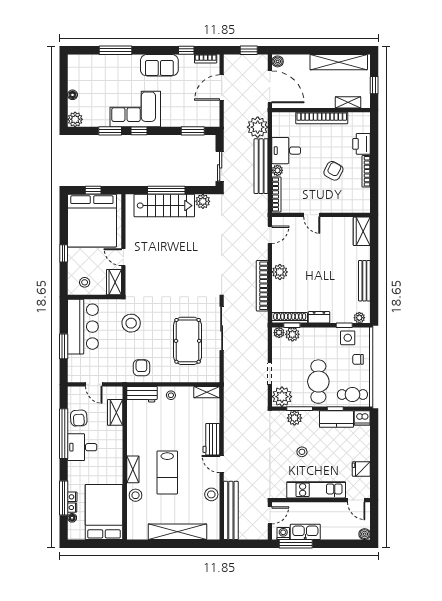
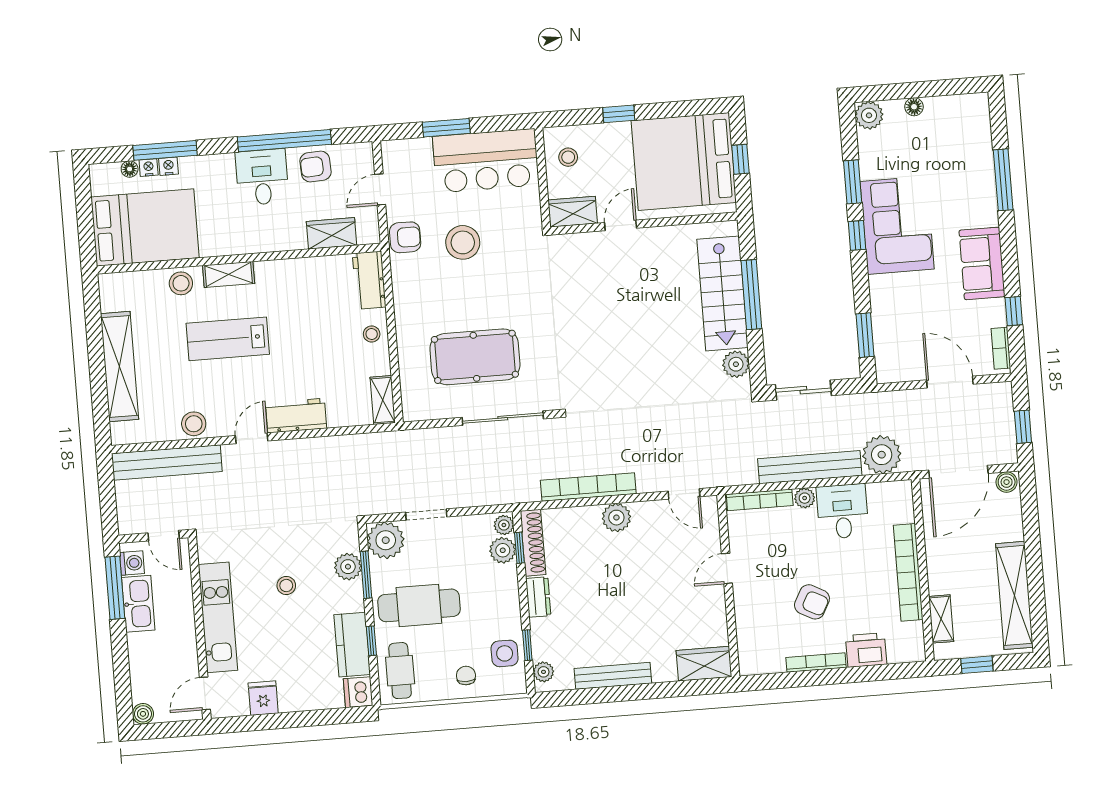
stool: (131, 323) -> (463, 242), moved
armchair: (141, 368) -> (405, 237), moved

